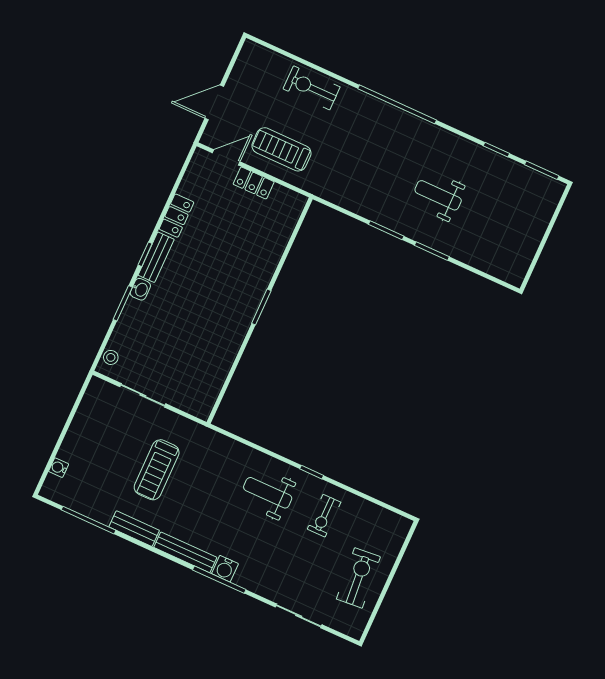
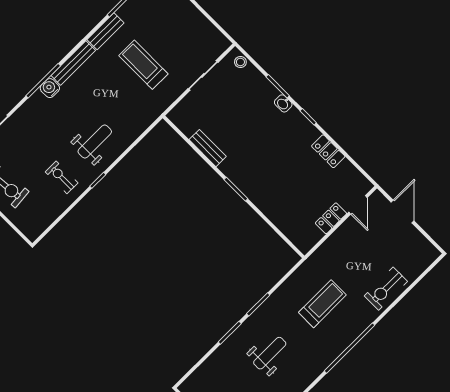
exercise bike: (312, 88) -> (386, 289), turned 180
treadmill: (281, 149) -> (322, 304), moved
bench: (156, 257) -> (208, 148), moved

